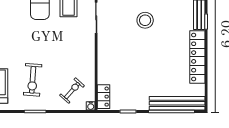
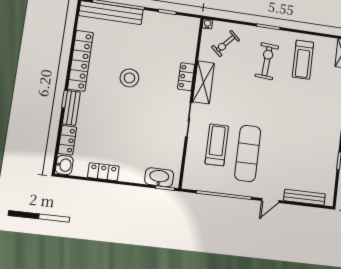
stool: (145, 20) -> (129, 78), moved
shelving: (87, 53) -> (203, 82), added
locker: (104, 97) -> (186, 77), moved

